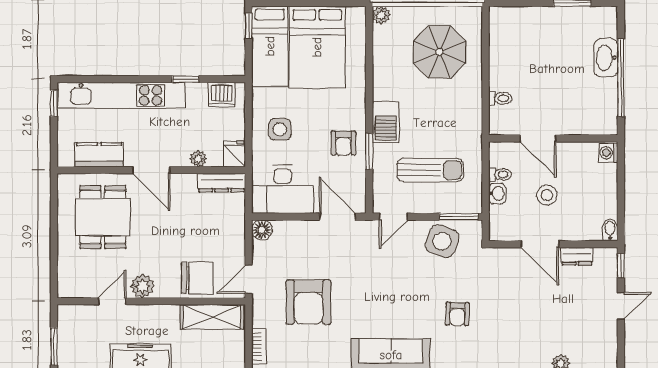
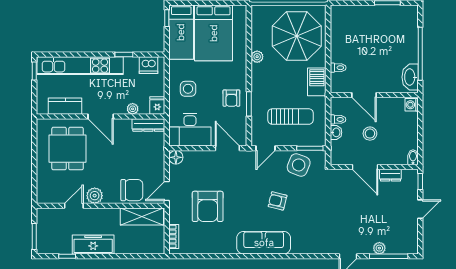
plant: (381, 15) -> (257, 57), moved
parasol: (439, 52) -> (297, 36), width x1.36, depth x1.36
washbasin: (606, 58) -> (410, 77), moved
barbecue: (386, 122) -> (317, 82), moved, turned 180
armchair: (457, 314) -> (278, 201), moved, turned 102

